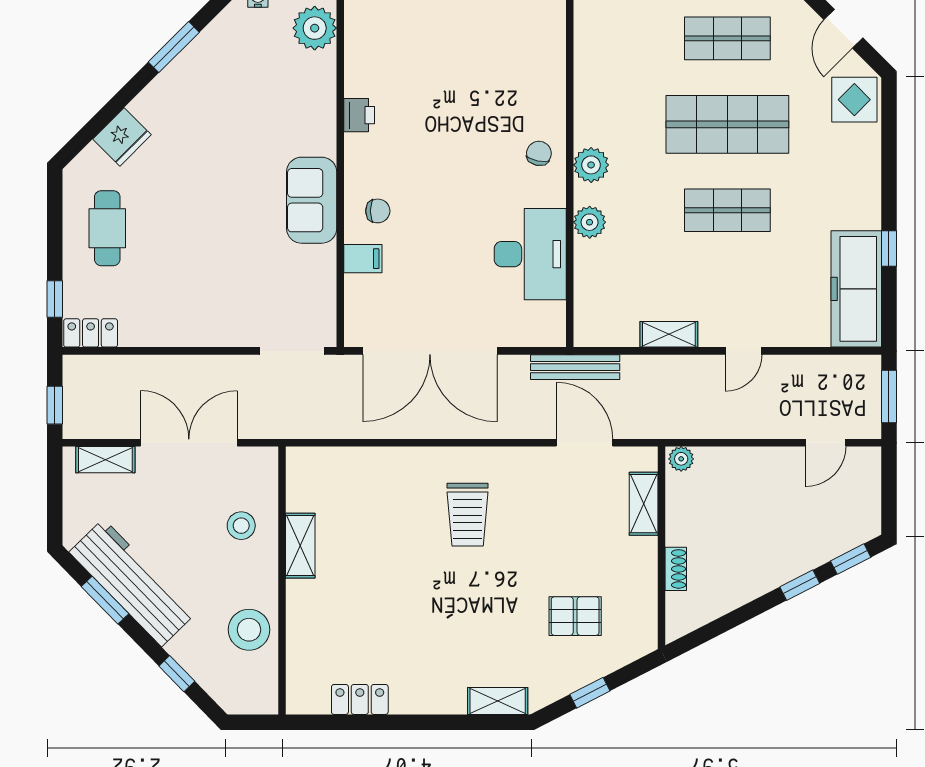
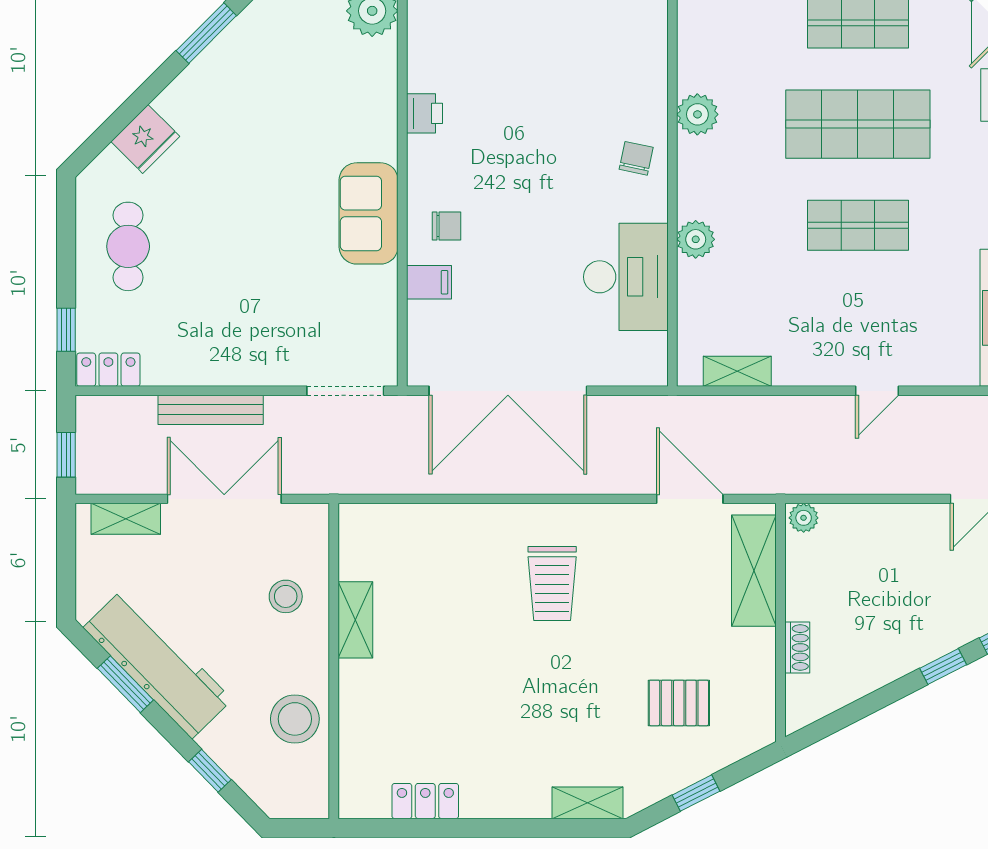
plant: (591, 165) -> (697, 114), moved
shelving: (669, 334) -> (737, 371), moved
bench: (575, 367) -> (211, 410), moved
shelving: (644, 504) -> (754, 571), width x1.50, depth x1.33

